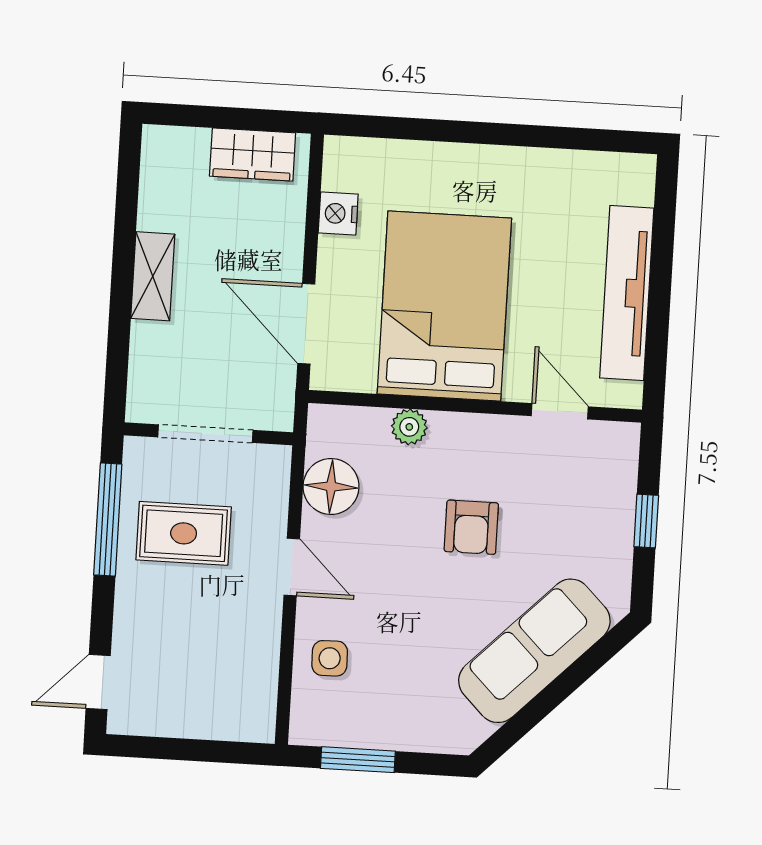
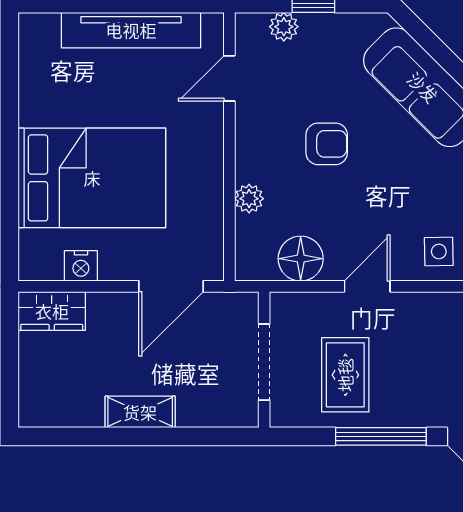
wardrobe: (253, 155) -> (52, 311), moved, turned 90
bed: (444, 306) -> (92, 178), moved, turned 180
plant: (620, 483) -> (284, 27), added
window: (108, 520) -> (381, 436), moved

